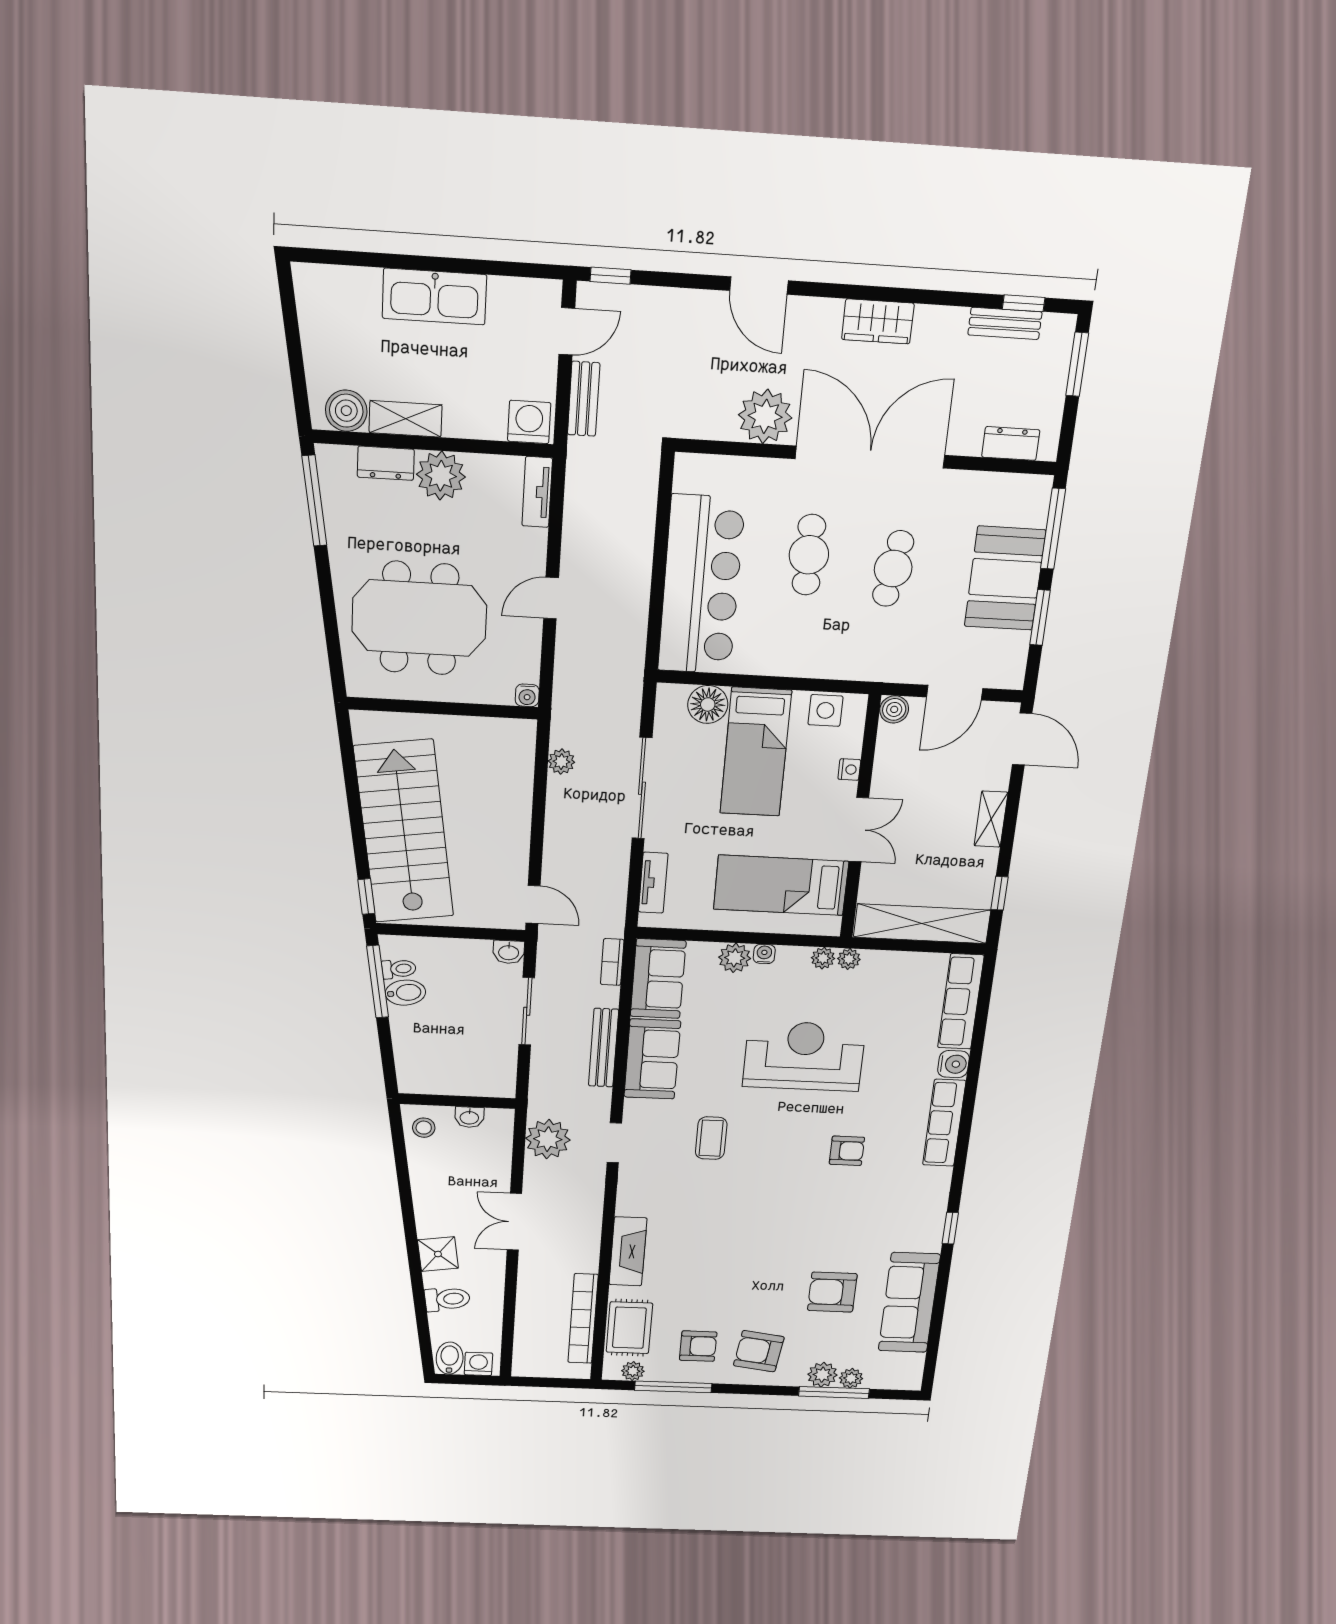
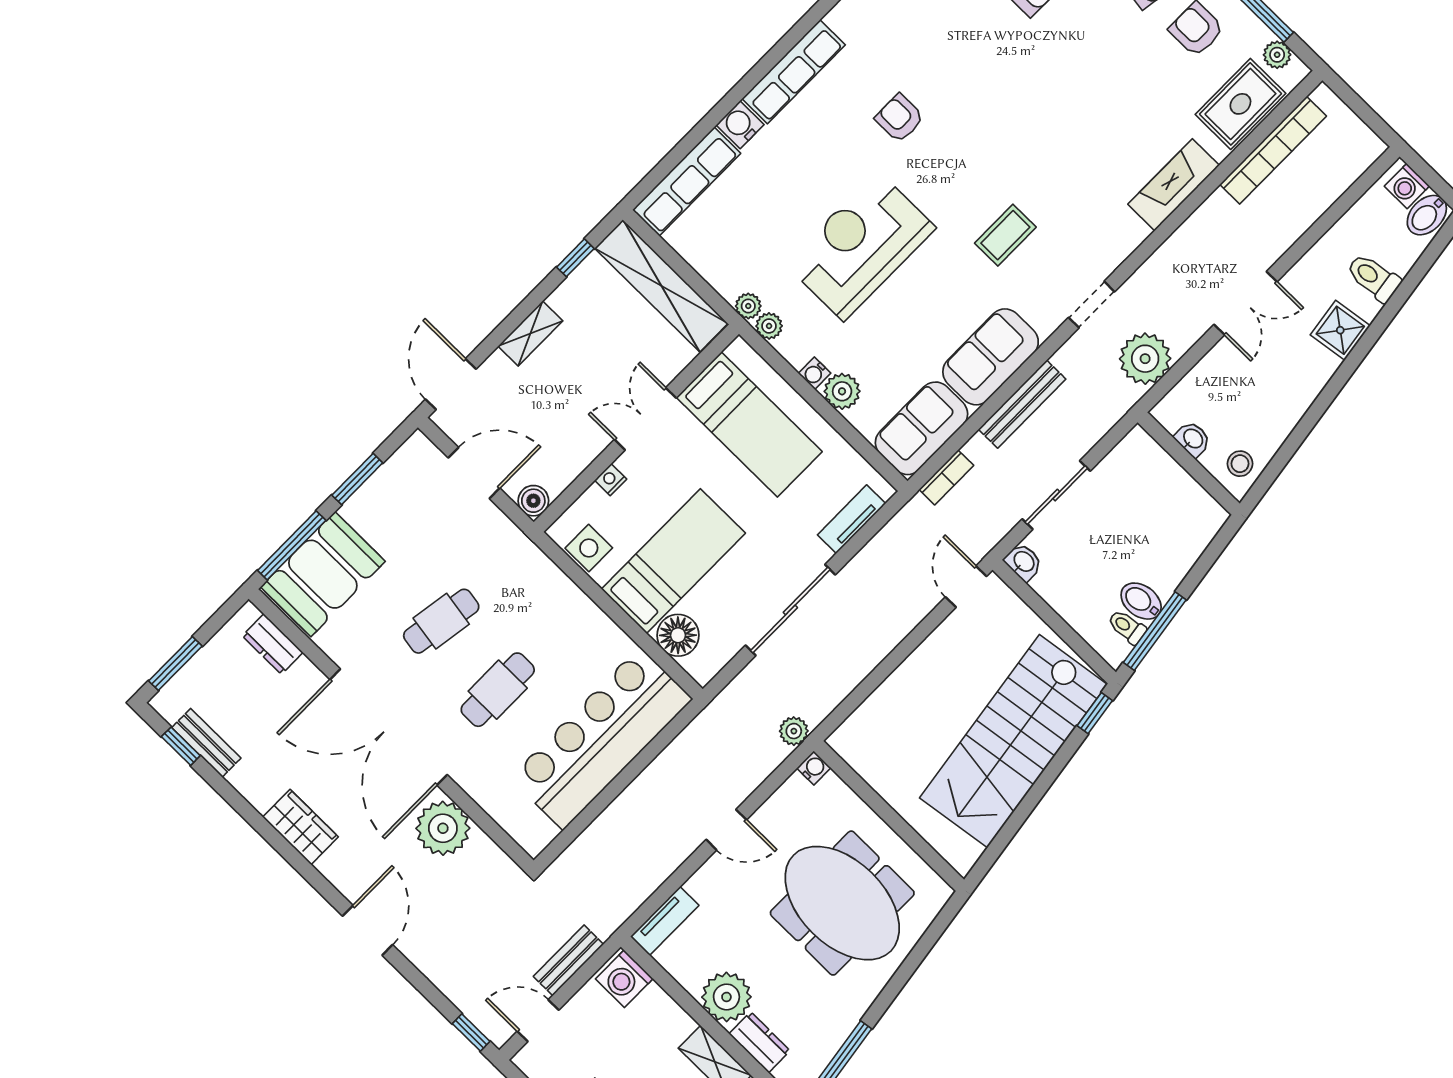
booth: (1005, 578) -> (323, 574), moved
plant: (561, 762) -> (794, 731), moved
reception desk: (804, 1056) -> (860, 246), turned 90

